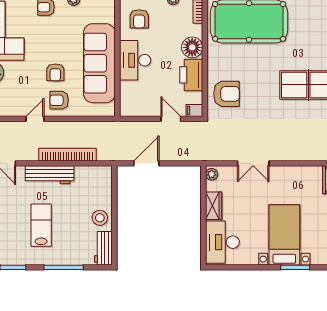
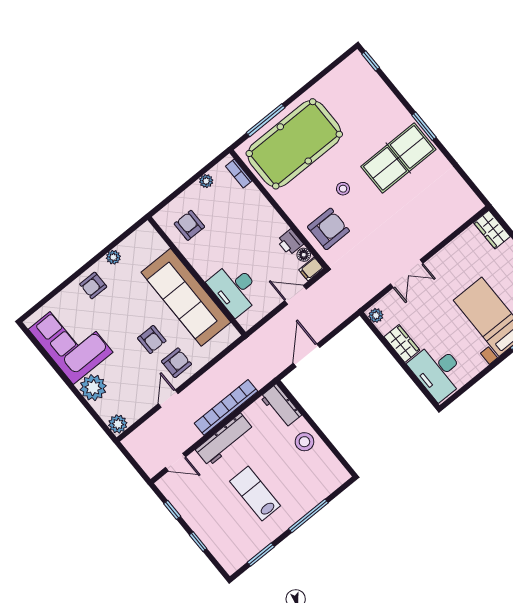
armchair: (139, 19) -> (189, 225), turned 180
floor lamp: (192, 47) -> (304, 255), moved, width x0.53, depth x0.53
desk: (135, 60) -> (235, 289), moved
printer: (191, 75) -> (290, 242), width x0.53, depth x0.68
stool: (257, 76) -> (343, 189), added
armchair: (59, 100) -> (176, 363), turned 180
workbench: (103, 248) -> (281, 406), moved

